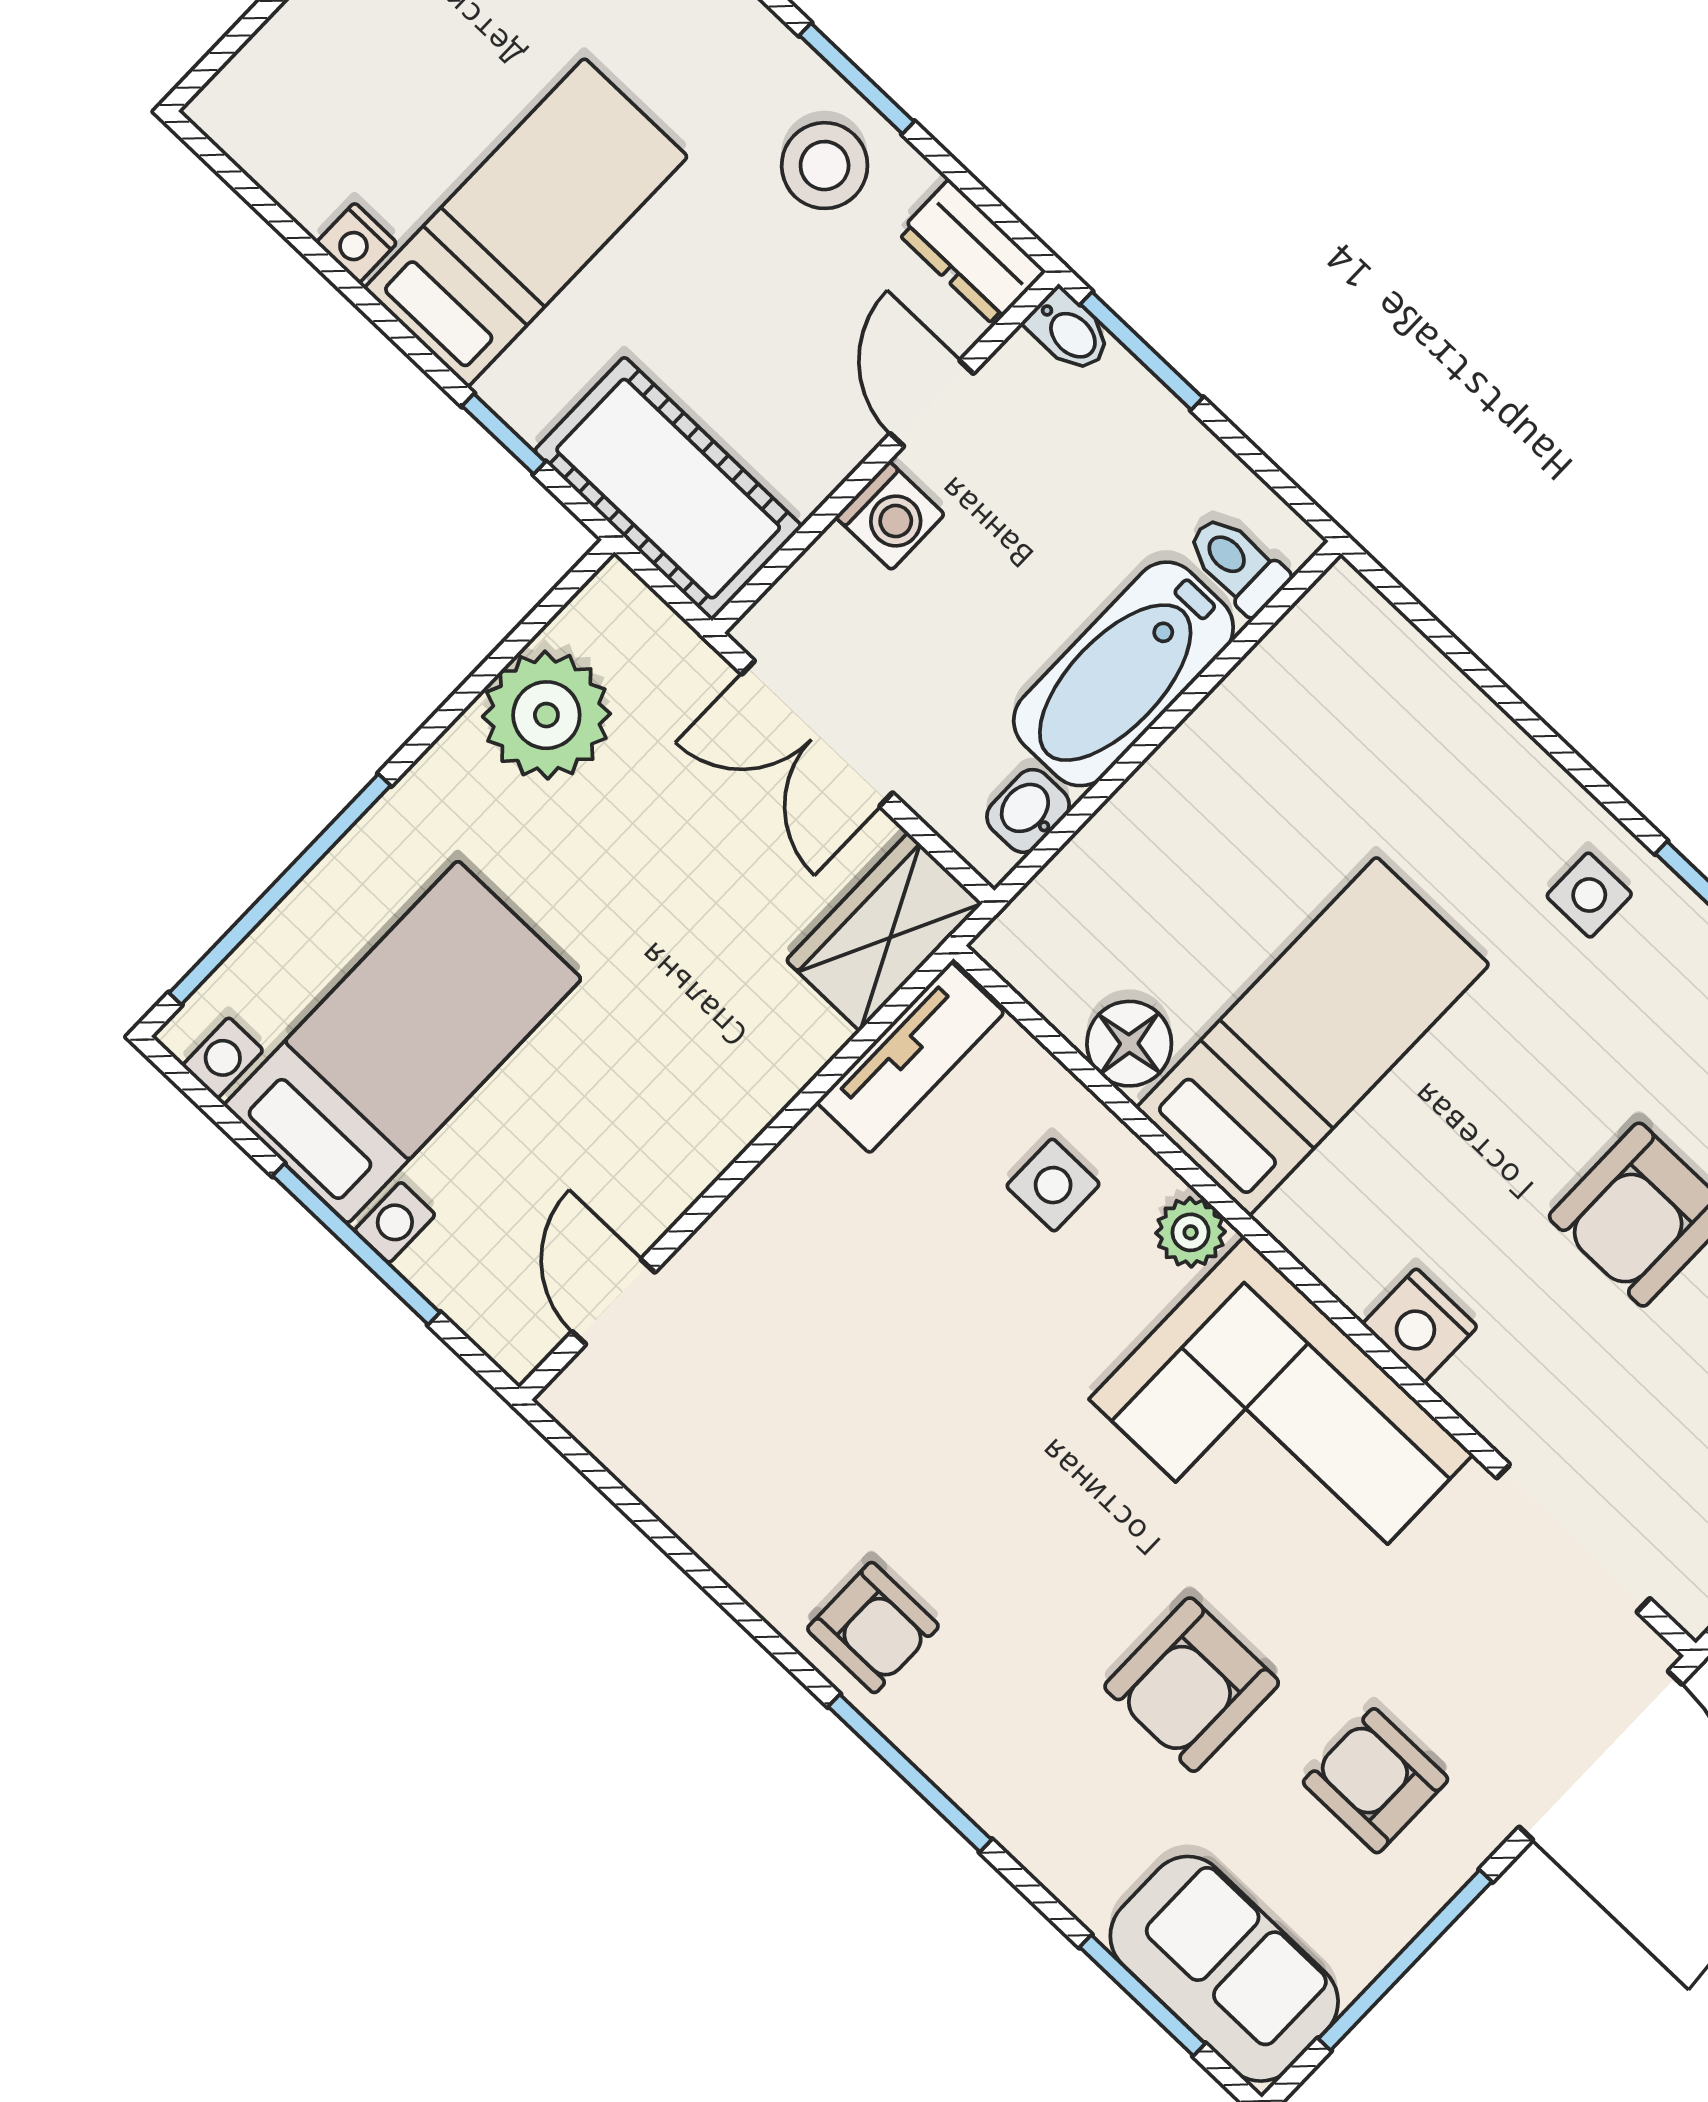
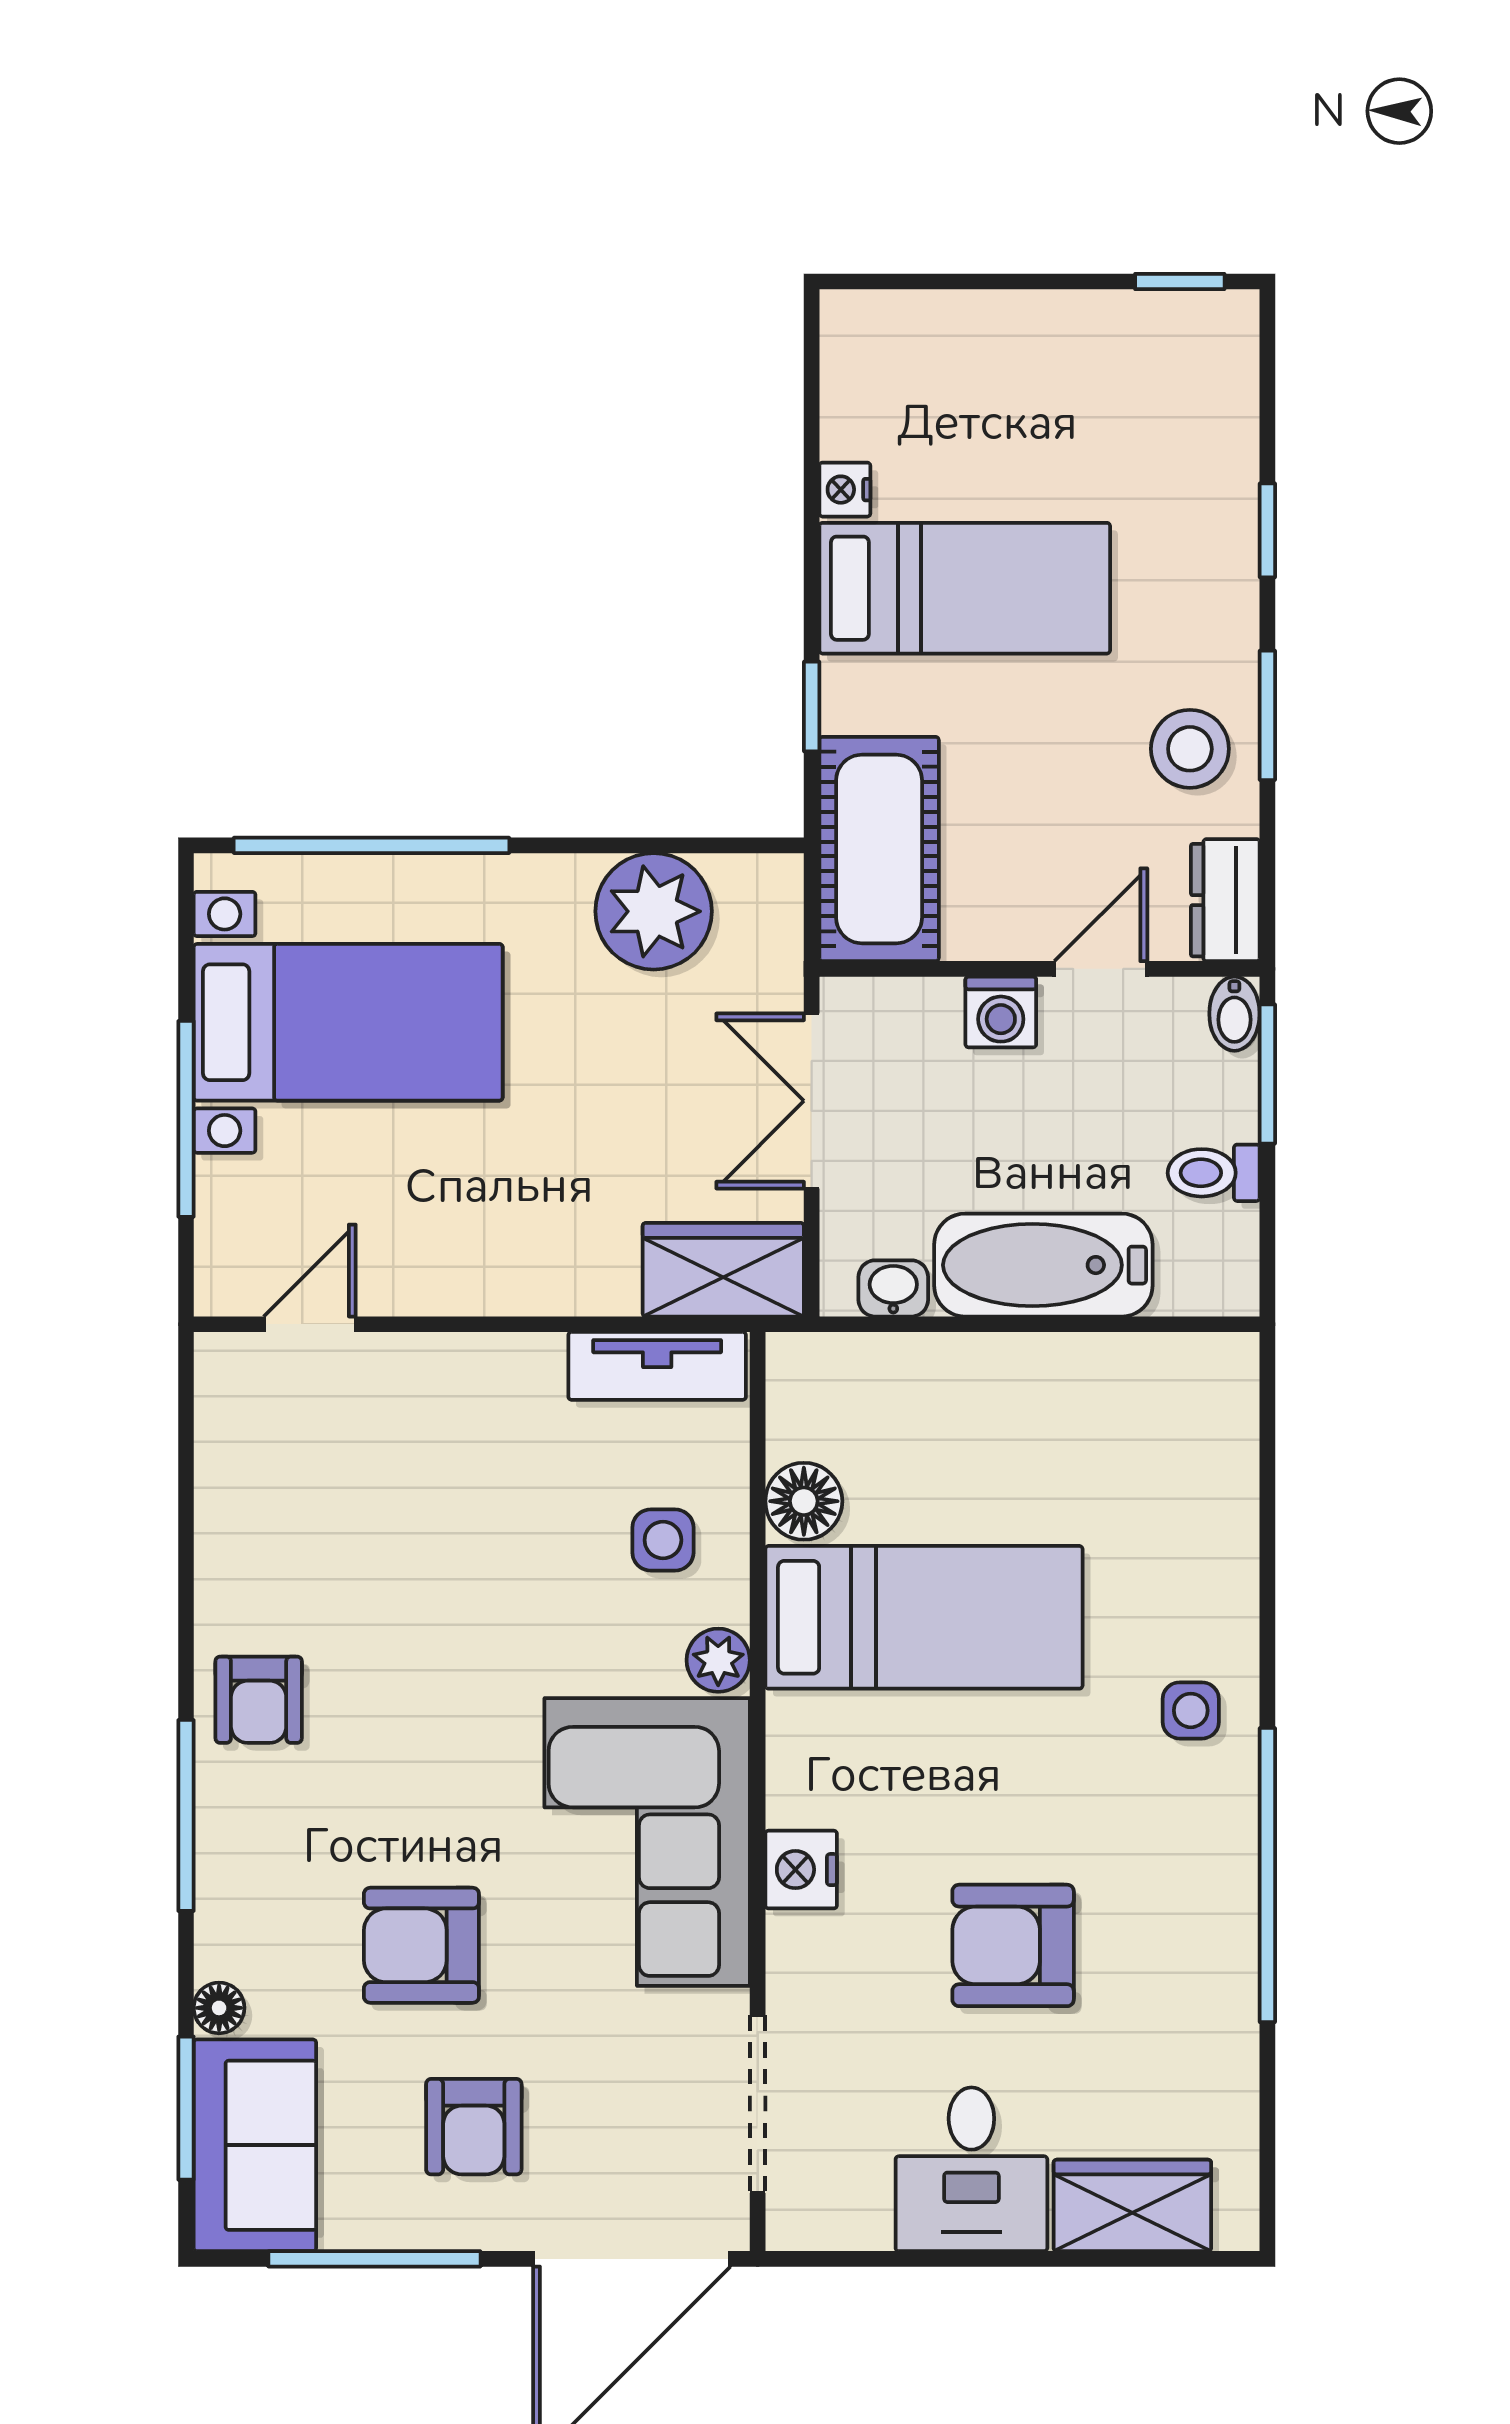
toilet: (1237, 564) -> (1214, 1173), moved, turned -90
armchair: (1376, 1781) -> (474, 2127), turned 180
floor lamp: (1088, 1893) -> (219, 2008), added

